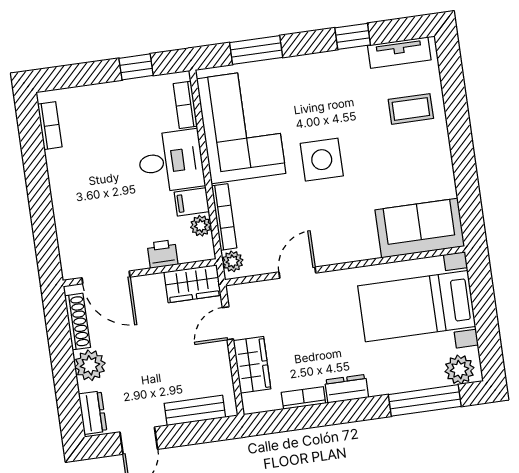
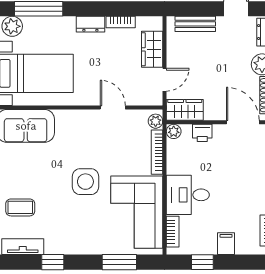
filing cabinet: (192, 202) -> (226, 244), moved, turned -90
plant: (201, 226) -> (174, 131), moved
door: (297, 273) -> (113, 107), swing flipped

